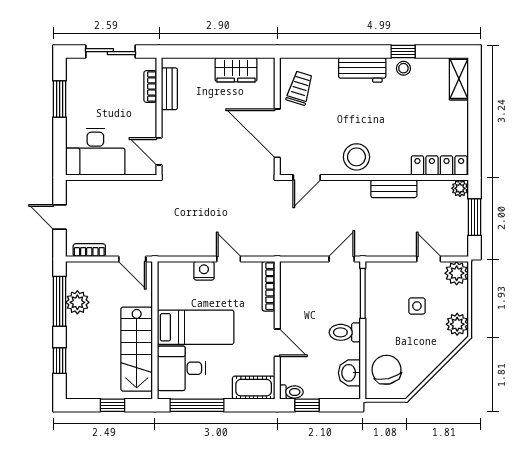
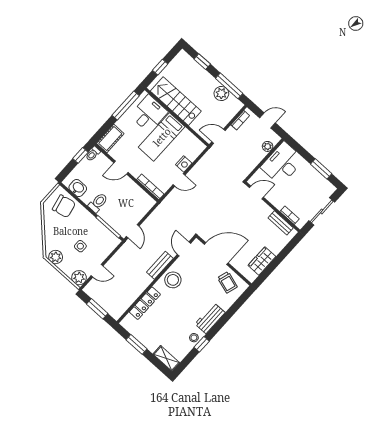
window: (474, 130) -> (137, 344), added
locker: (439, 165) -> (145, 303), moved
plant: (460, 188) -> (268, 146), moved
bench: (394, 189) -> (160, 265), moved

